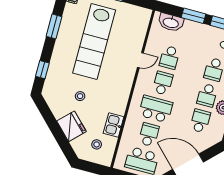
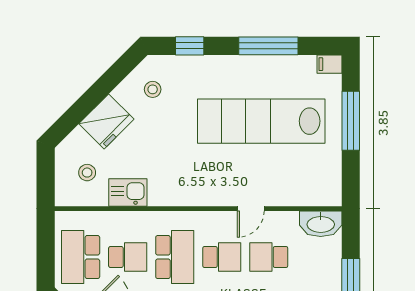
washbasin: (171, 22) -> (321, 224), moved, turned -90
window: (54, 26) -> (268, 46), width x1.44
door: (140, 60) -> (251, 209), hinge flipped
stool: (80, 96) -> (153, 89), moved

